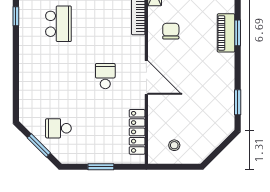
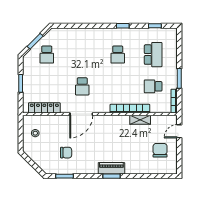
school desk: (58, 24) -> (118, 55), width x0.54
chair: (171, 31) -> (66, 153), moved
school desk: (105, 76) -> (82, 86), turned 90
school desk: (58, 128) -> (47, 55), turned 180

